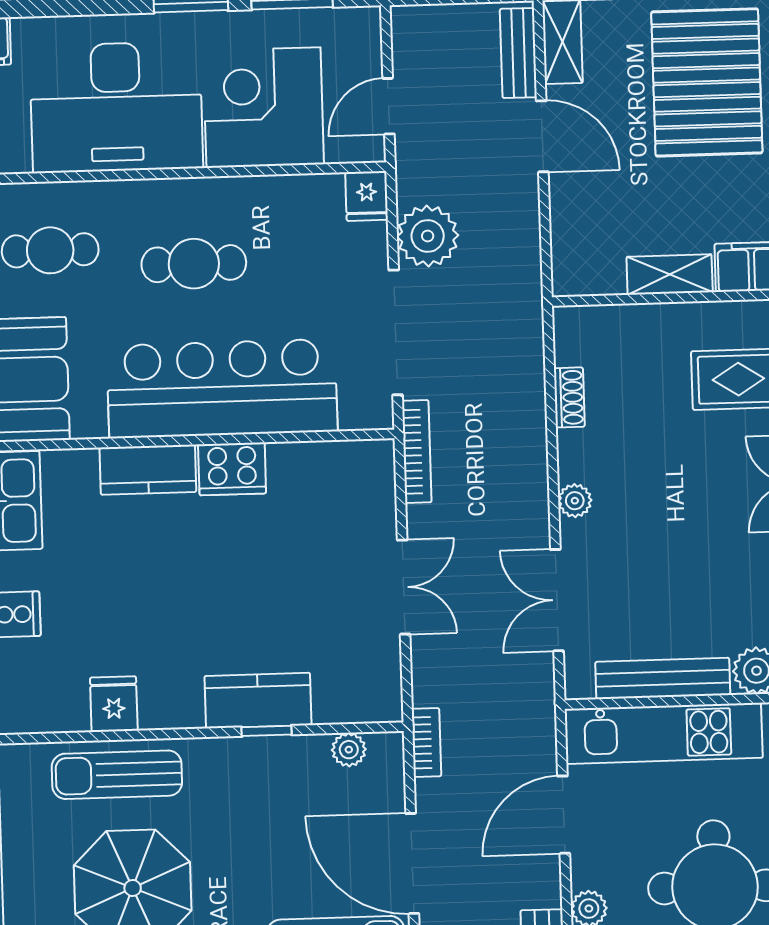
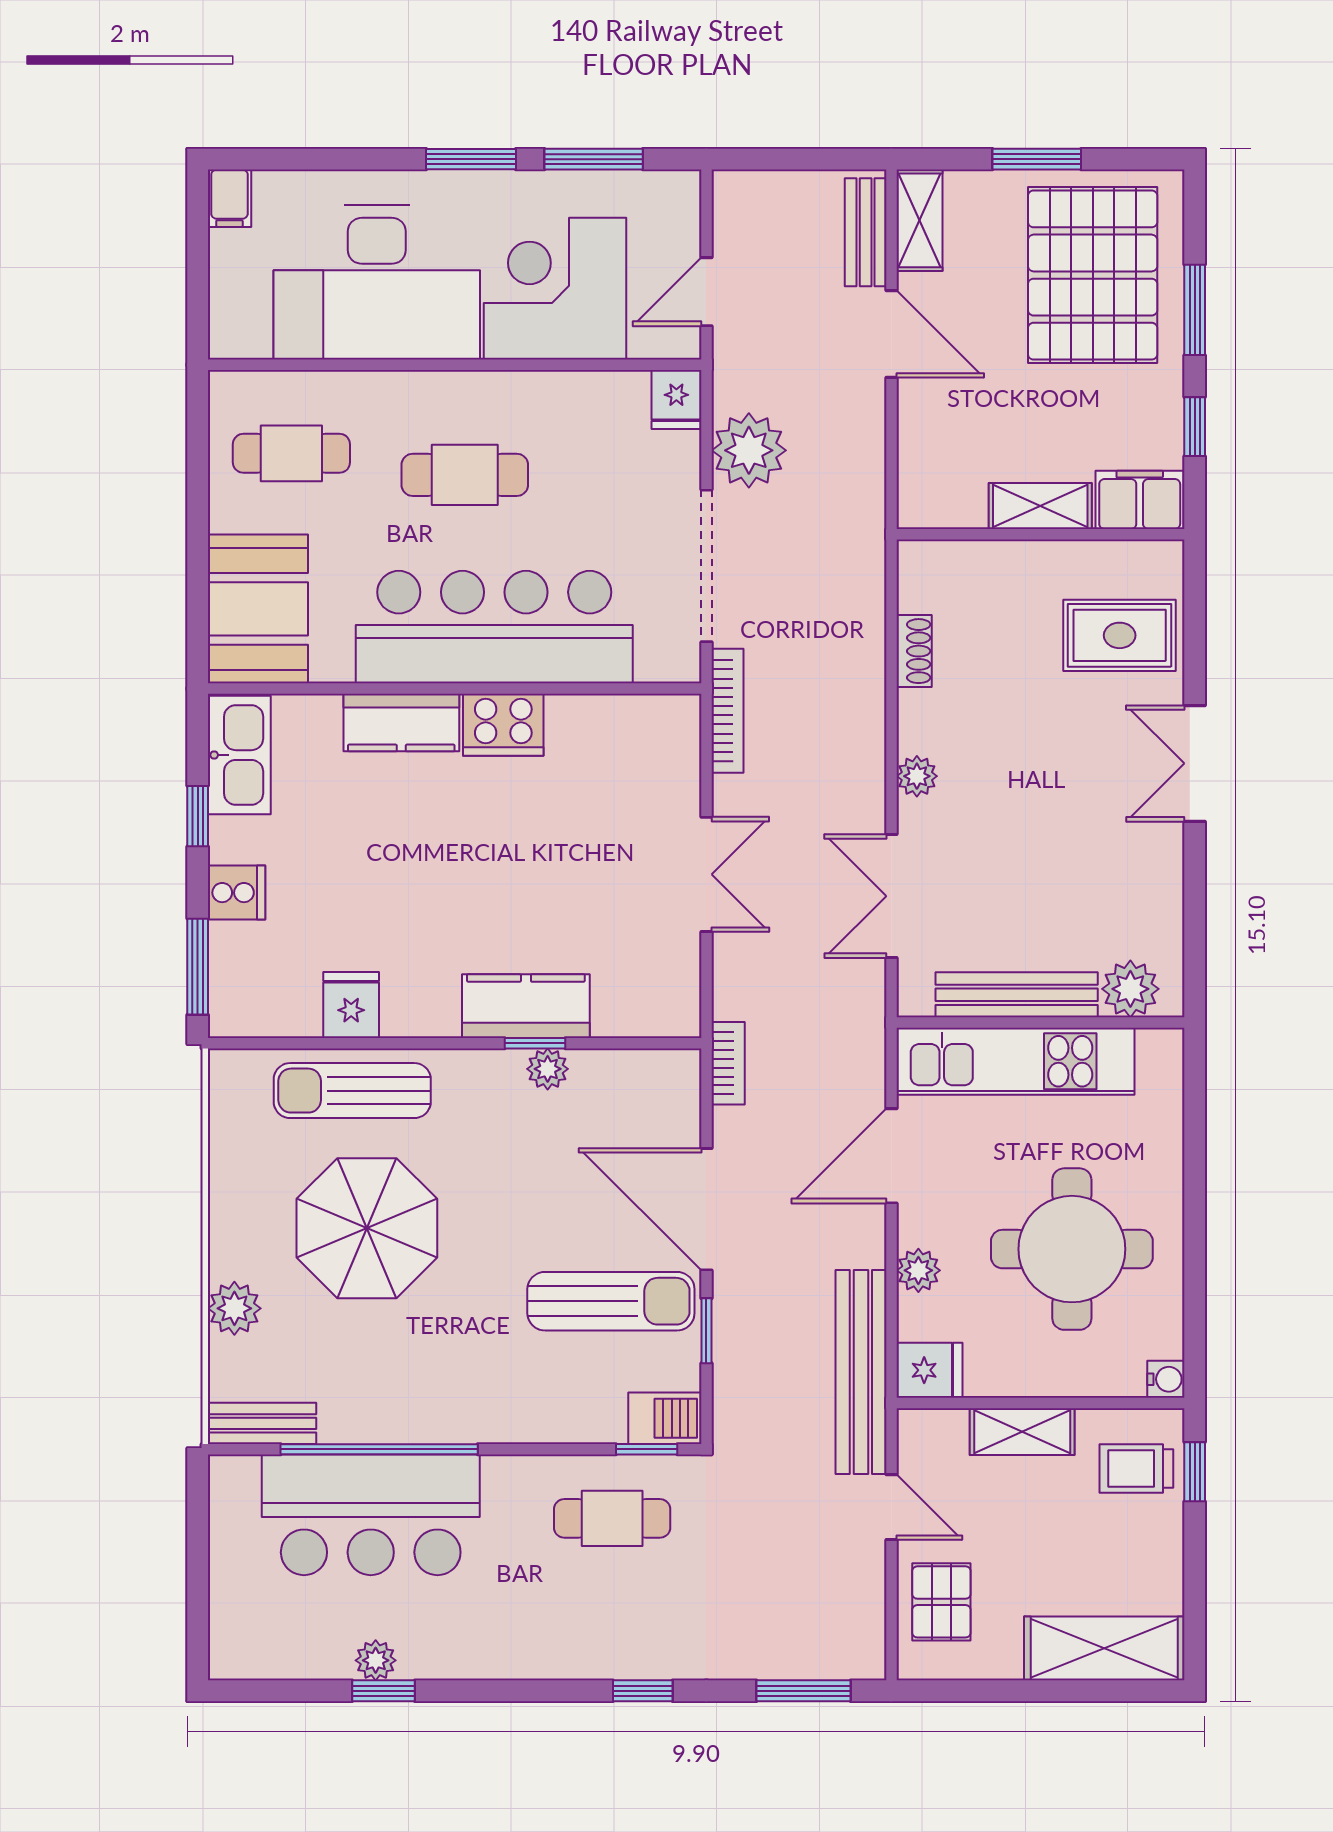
plant: (349, 750) -> (548, 1069), moved

